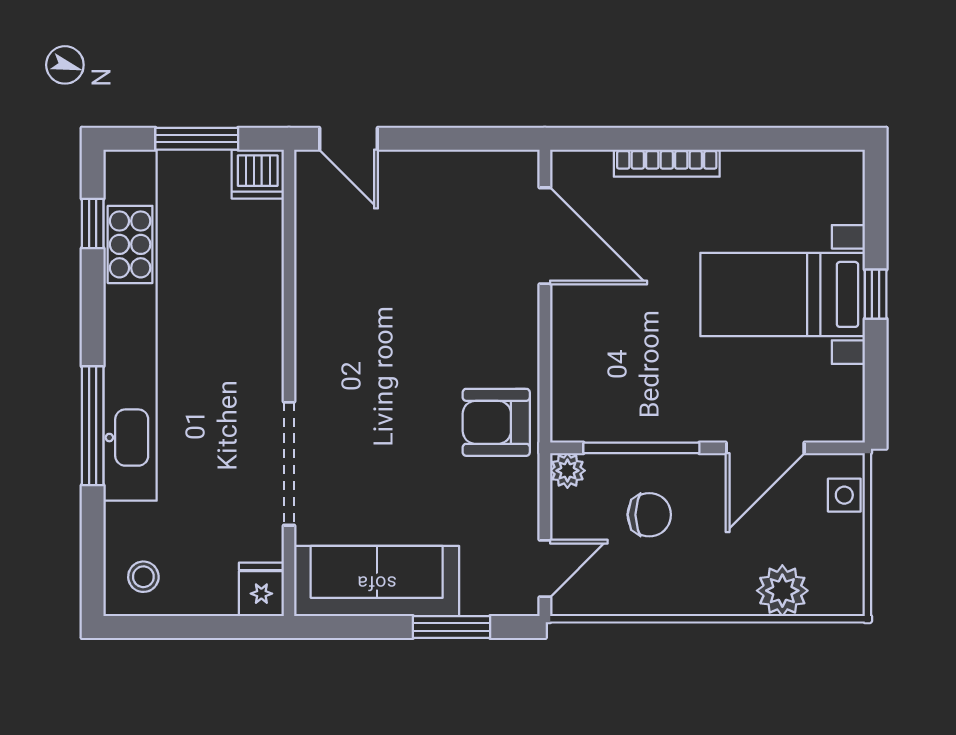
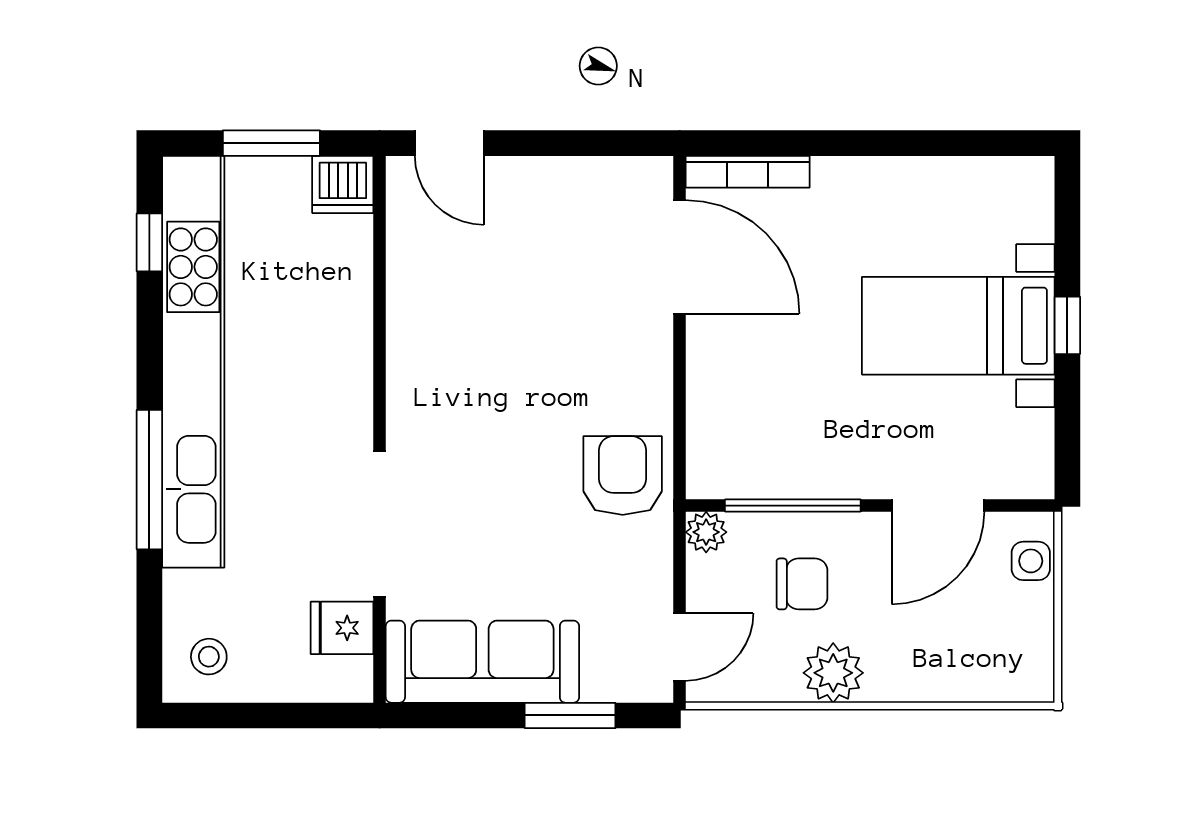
bookcase: (667, 163) -> (748, 172), moved
armchair: (496, 422) -> (623, 476), turned 90
fridge: (261, 589) -> (342, 628), moved, turned -90
plant: (782, 591) -> (833, 673), moved

